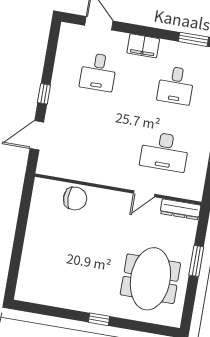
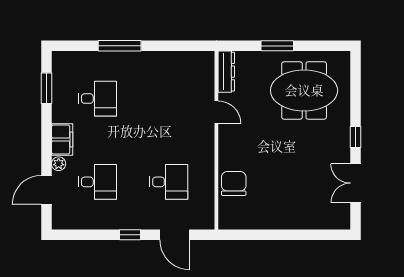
plant: (121, 39) -> (59, 164), added
desk: (164, 152) -> (169, 182), moved, width x0.73
double door: (56, 312) -> (356, 183), added

